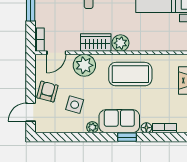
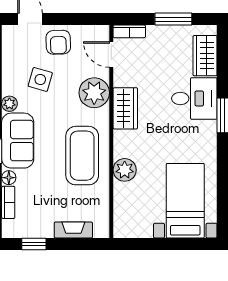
plant: (120, 43) -> (125, 170), moved
armchair: (47, 92) -> (58, 42), turned 73

